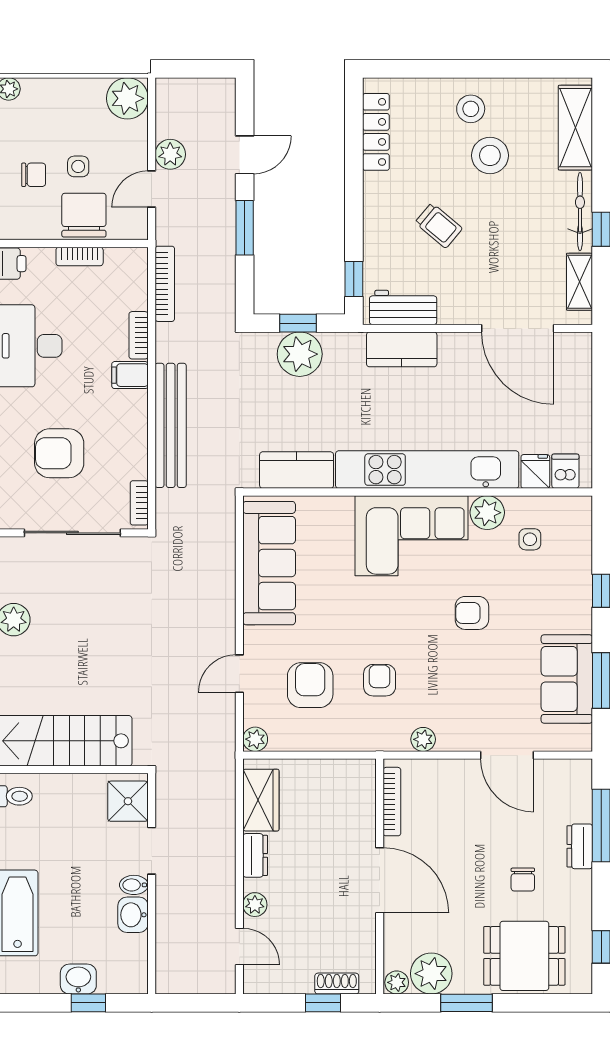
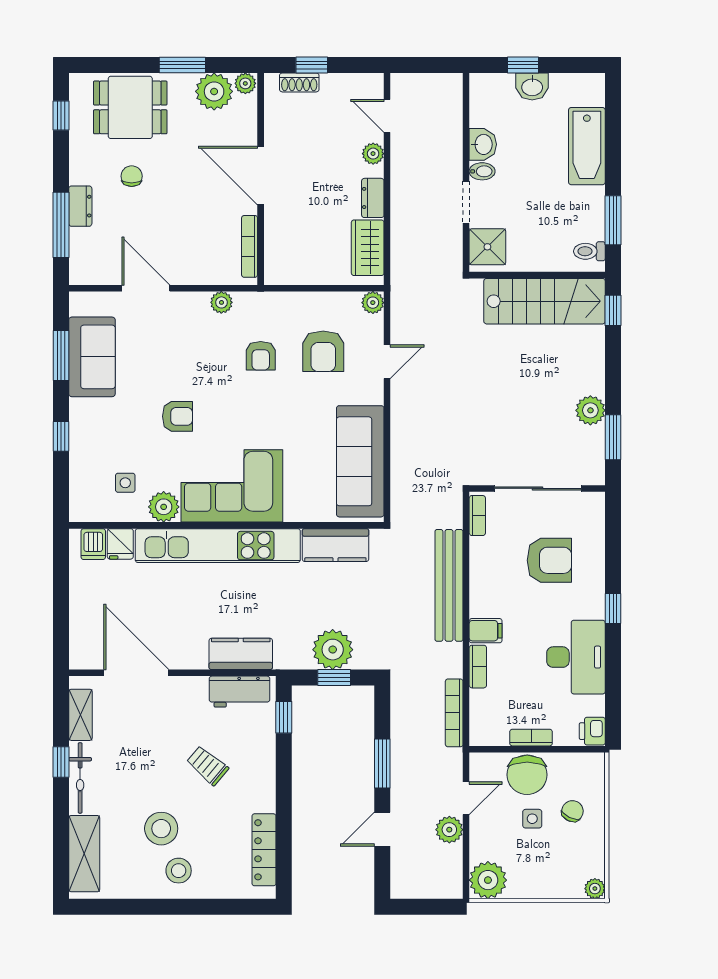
chair: (34, 175) -> (572, 811), turned 116

